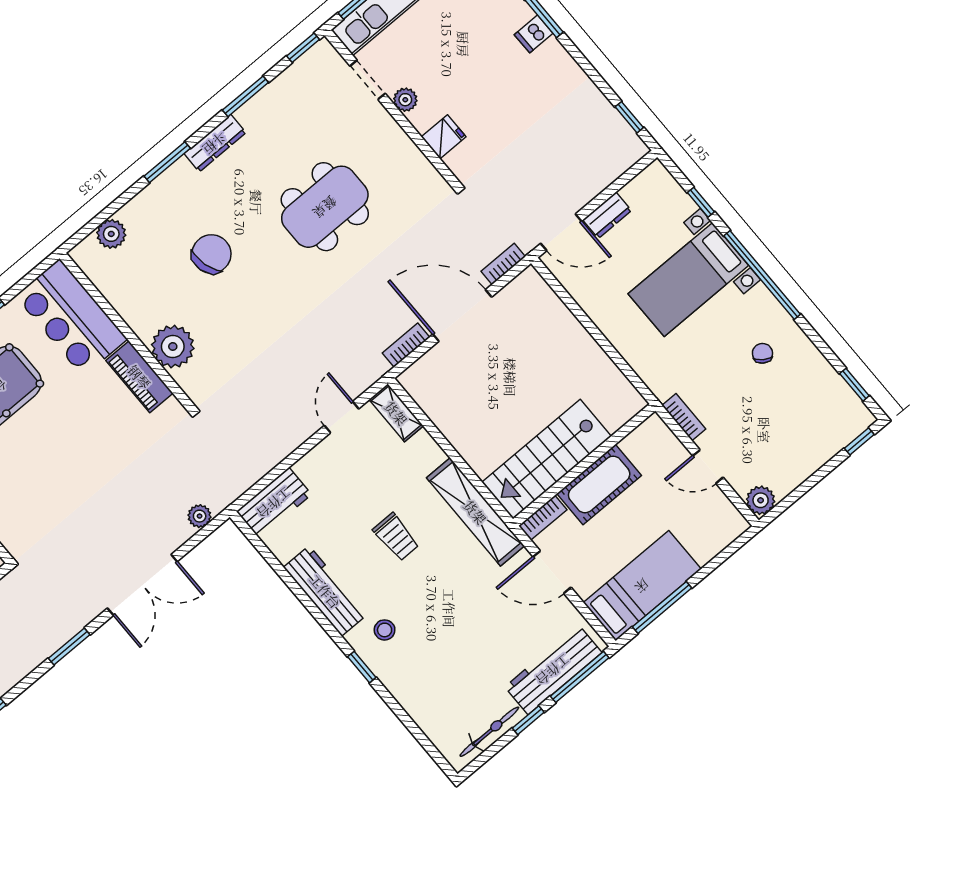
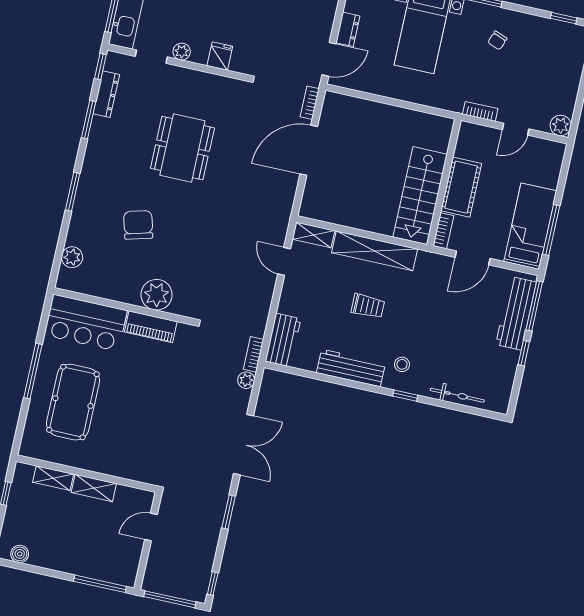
dresser: (215, 143) -> (106, 94), moved
bookcase: (406, 345) -> (254, 354), moved
chair: (762, 353) -> (497, 40), turned -104
shelving: (475, 512) -> (375, 251), moved
bicycle: (489, 732) -> (457, 395), moved, turned 90

